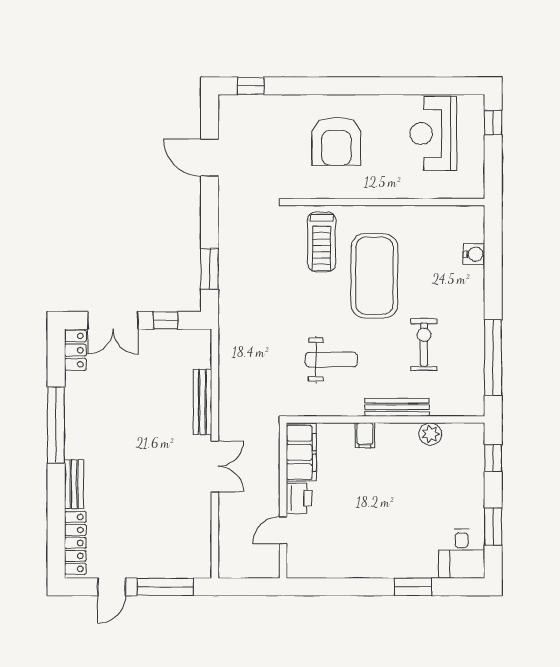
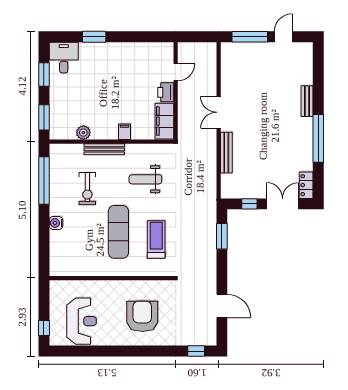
treadmill: (322, 242) -> (156, 239), moved
water cooler: (474, 254) -> (56, 223), moved
exercise mat: (374, 276) -> (118, 232), width x0.68
window: (493, 458) -> (44, 117), width x1.50
locker: (75, 543) -> (306, 64), removed

